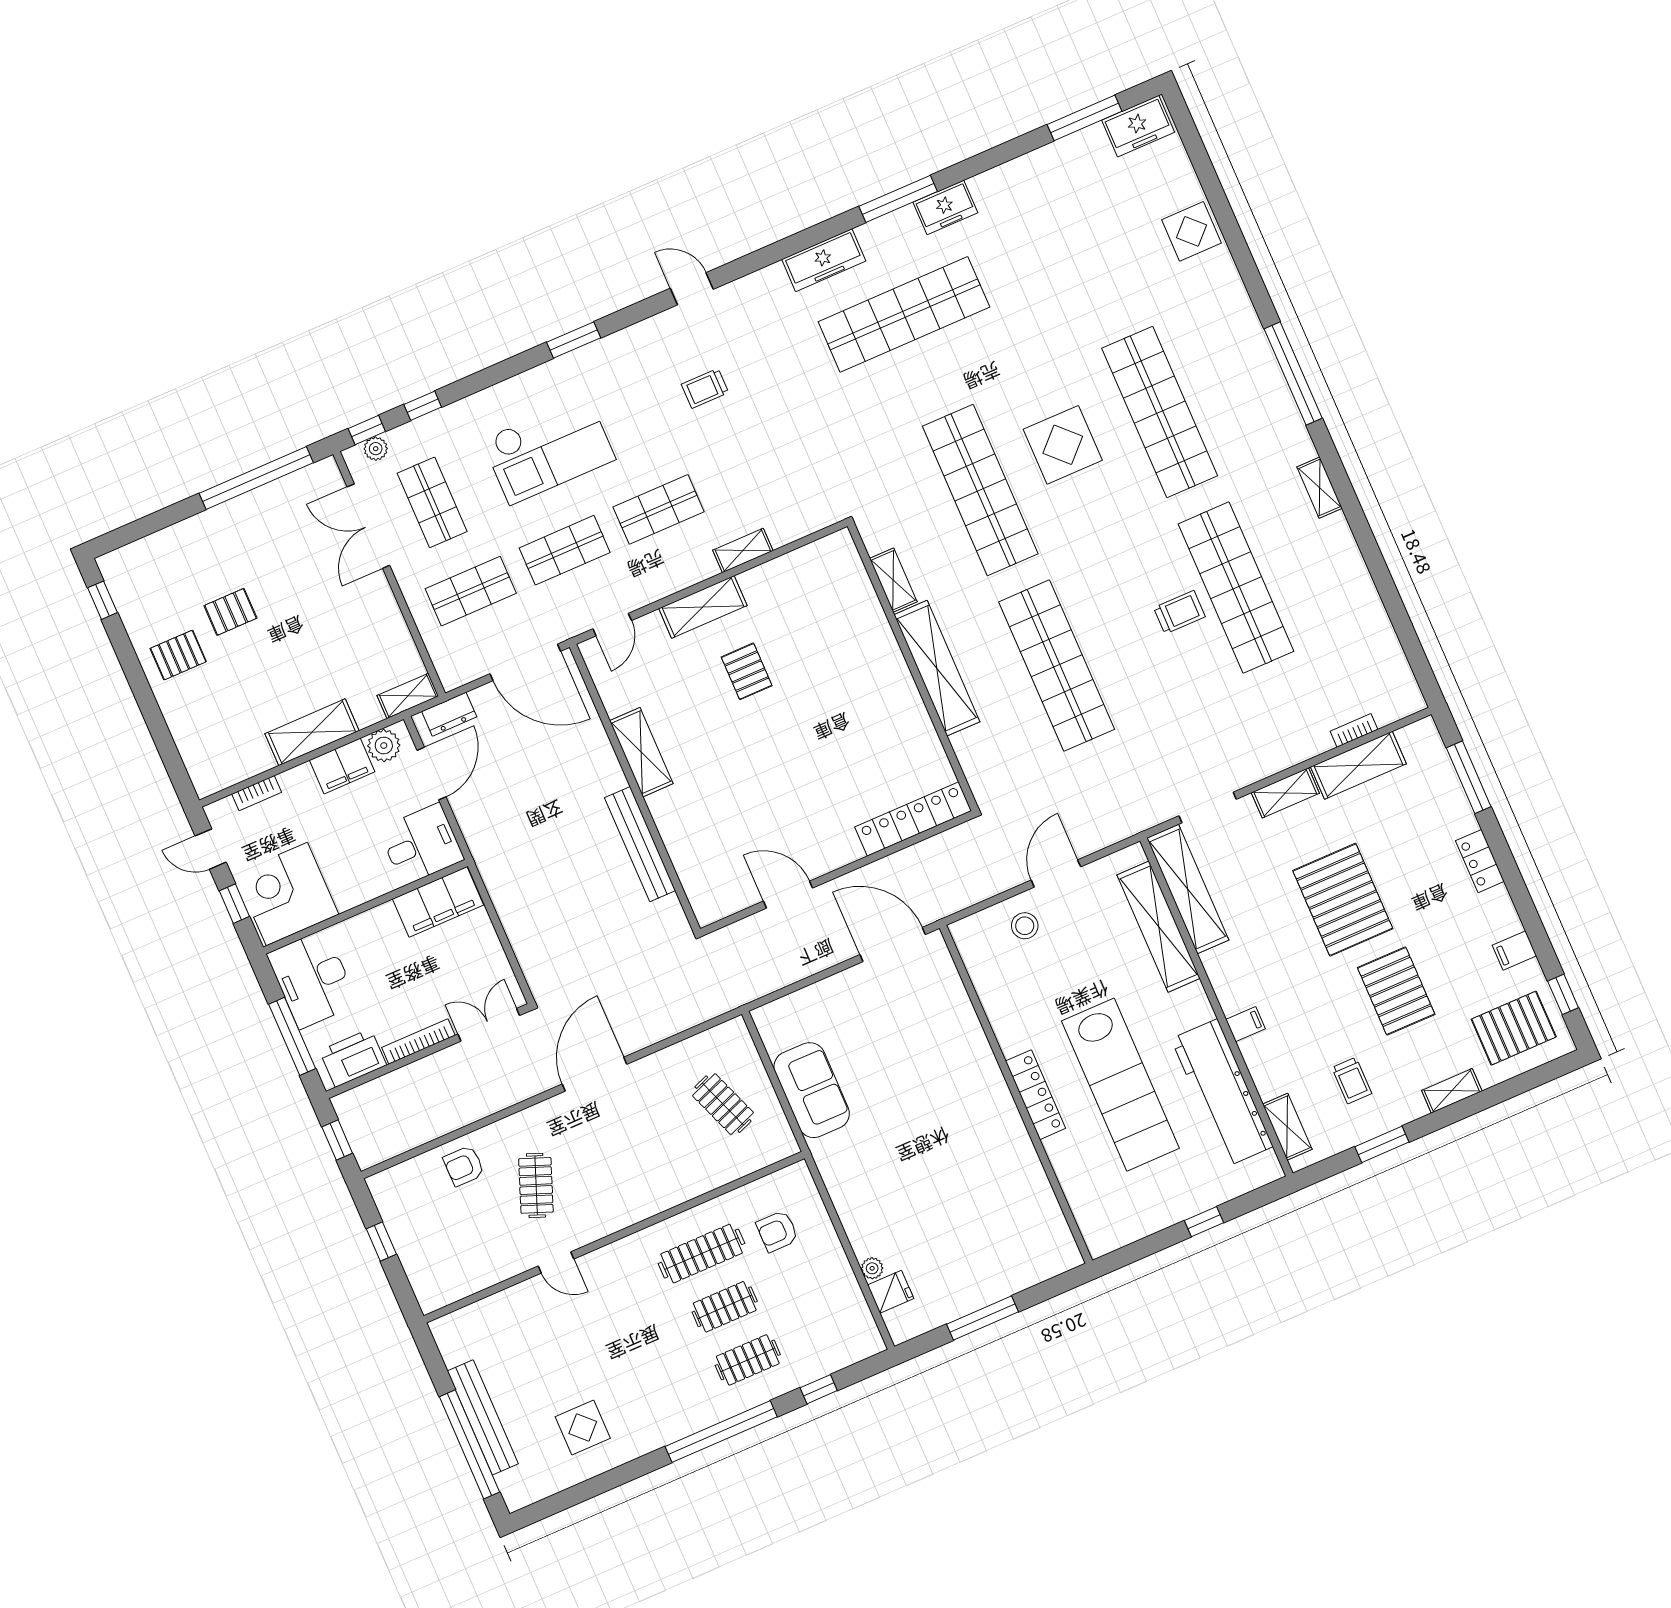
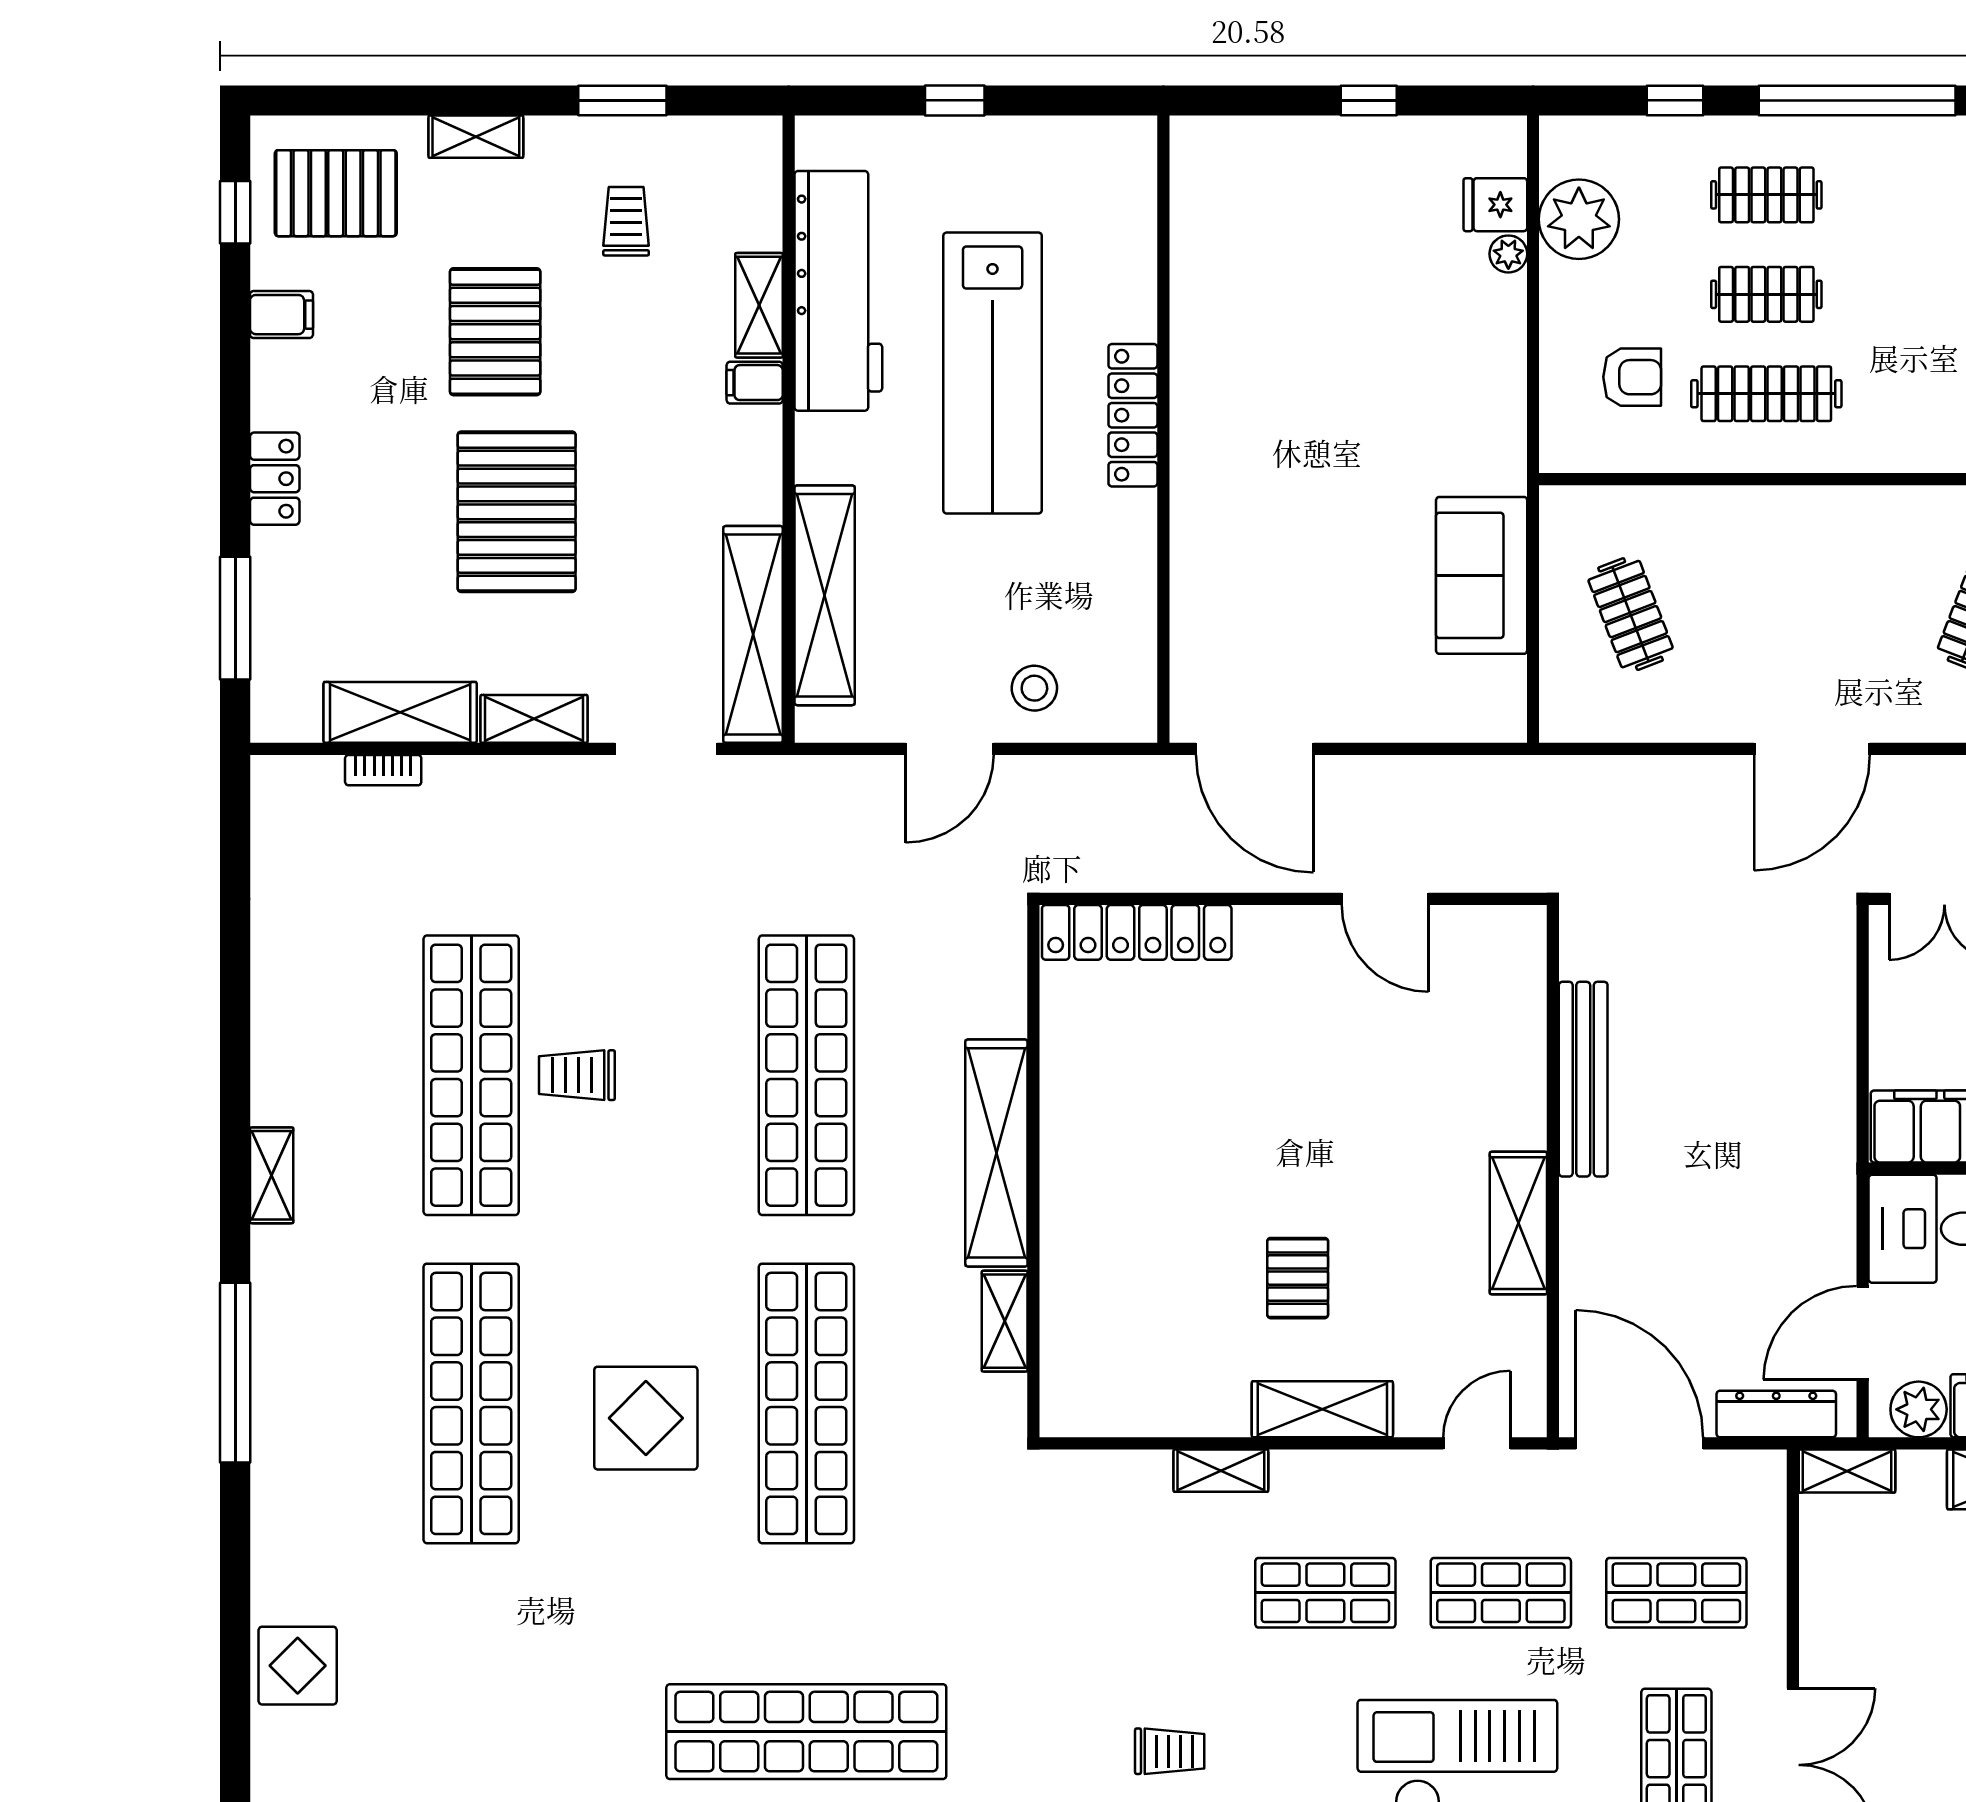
dresser: (449, 714) -> (1776, 1414), width x1.44
lab bench: (1120, 1085) -> (993, 373), turned 180
shelving: (1287, 1127) -> (759, 305), moved
plant: (842, 1303) -> (1579, 219), added
window: (982, 1318) -> (1369, 100), width x0.46

